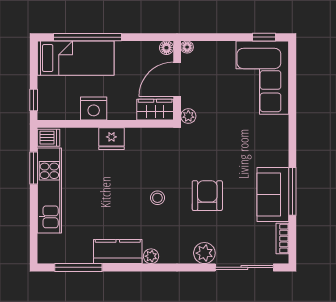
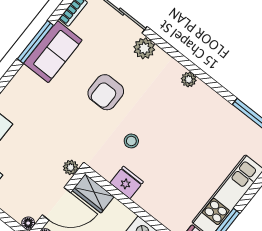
fridge: (111, 139) -> (127, 182), moved
stool: (157, 198) -> (131, 141), moved
kitchen counter: (118, 252) -> (212, 104), removed

